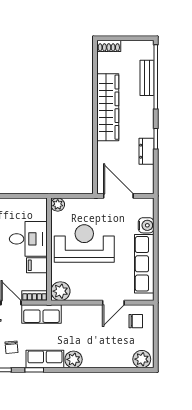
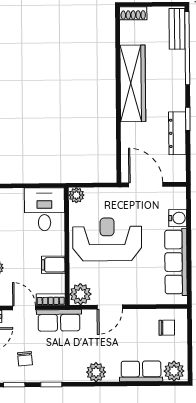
bench: (147, 78) -> (177, 29), moved
dresser: (146, 151) -> (177, 133), width x1.44
desk: (28, 239) -> (44, 209), moved, turned -90
door: (113, 303) -> (110, 307), moved
row of seats: (45, 359) -> (141, 371), moved

